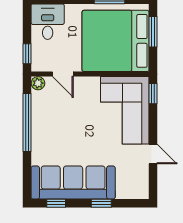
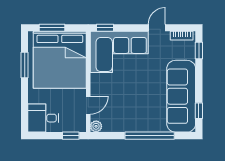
window: (27, 122) -> (150, 136), moved
bookcase: (144, 183) -> (182, 36), added
window: (101, 203) -> (199, 50), moved

